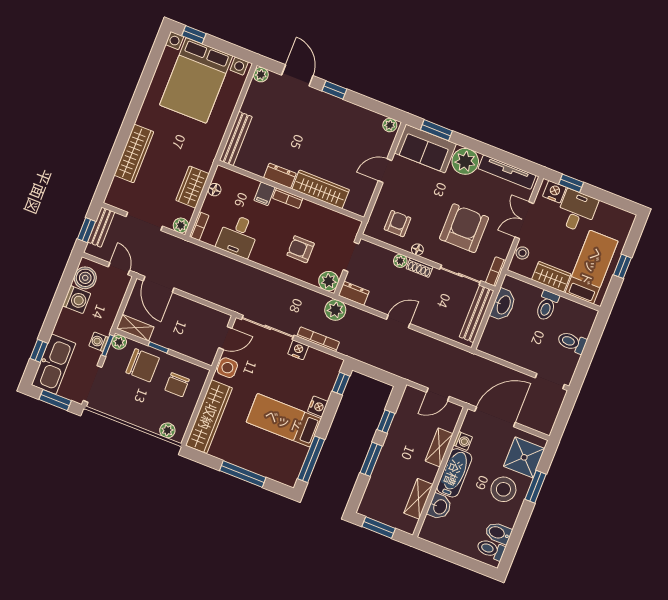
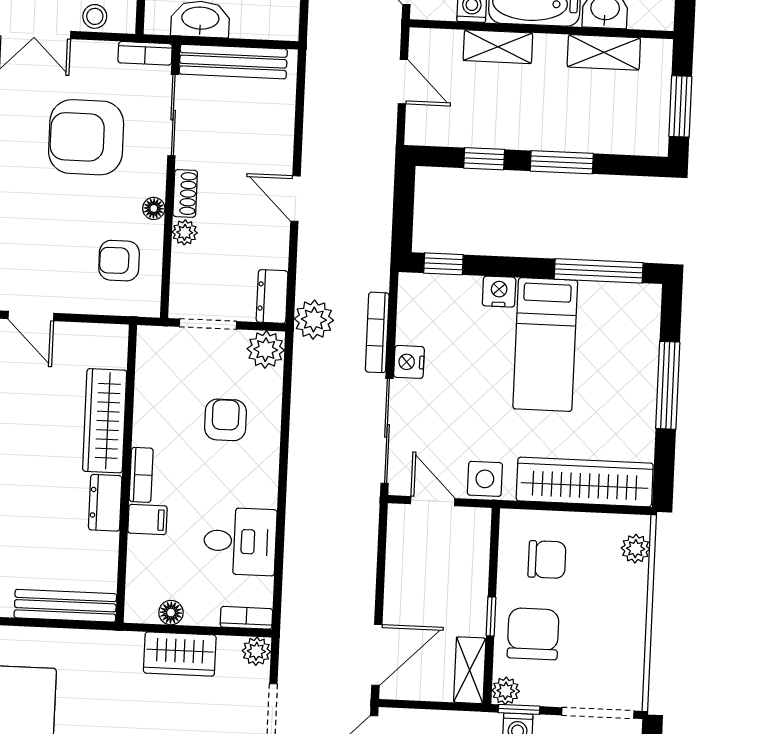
armchair: (301, 249) -> (225, 420), turned 180

